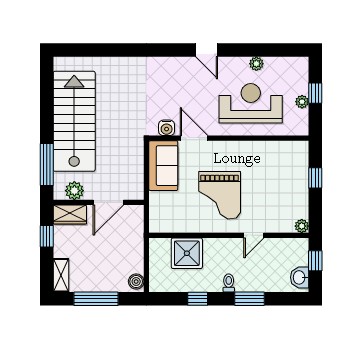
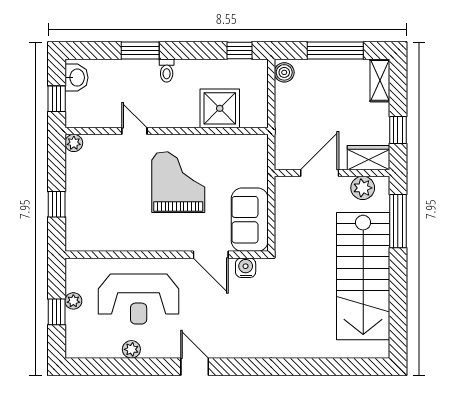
door: (254, 235) -> (134, 131), hinge flipped
window: (198, 299) -> (240, 50), moved

